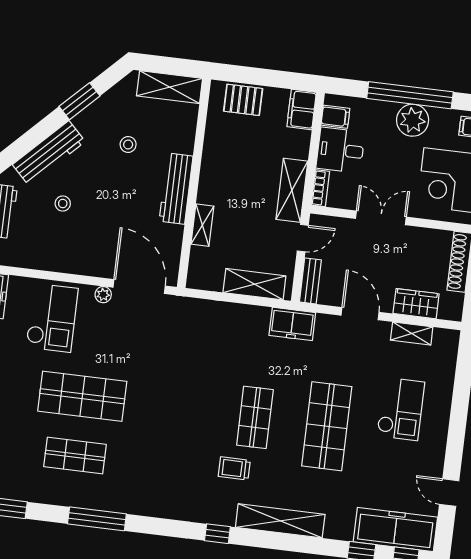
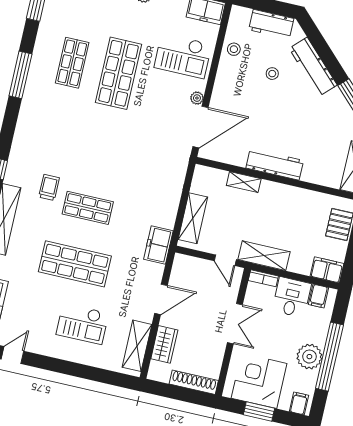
stool: (128, 144) -> (234, 49), moved
bench: (310, 281) -> (191, 263), removed
shelving: (412, 334) -> (137, 346), width x1.50, depth x1.33

